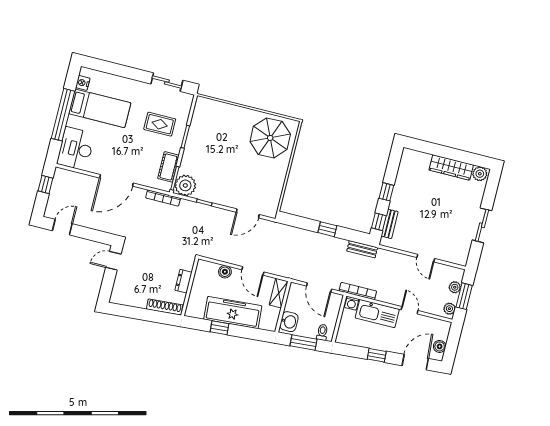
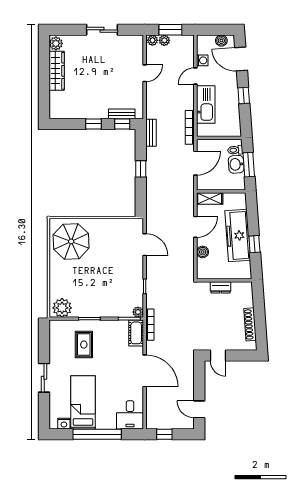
sliding door: (167, 82) -> (44, 378), moved
plant: (204, 111) -> (62, 308), added
desk: (76, 149) -> (130, 415), width x0.73
cot: (168, 167) -> (136, 333), moved, turned 90
plant: (185, 185) -> (138, 312), width x0.53, depth x0.53
washing machine: (352, 303) -> (202, 60), moved
shoe rack: (165, 307) -> (250, 324), moved
plant: (449, 309) -> (152, 40), moved
washbasin: (289, 322) -> (236, 164), moved, turned -94

